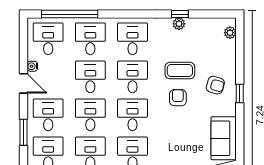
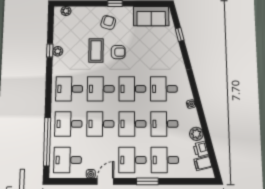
armchair: (178, 98) -> (118, 52), turned 180

